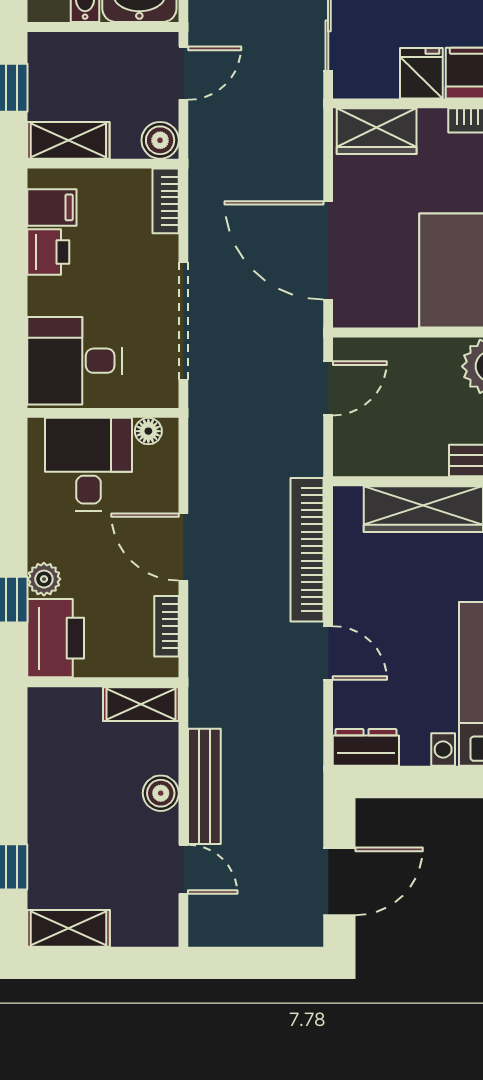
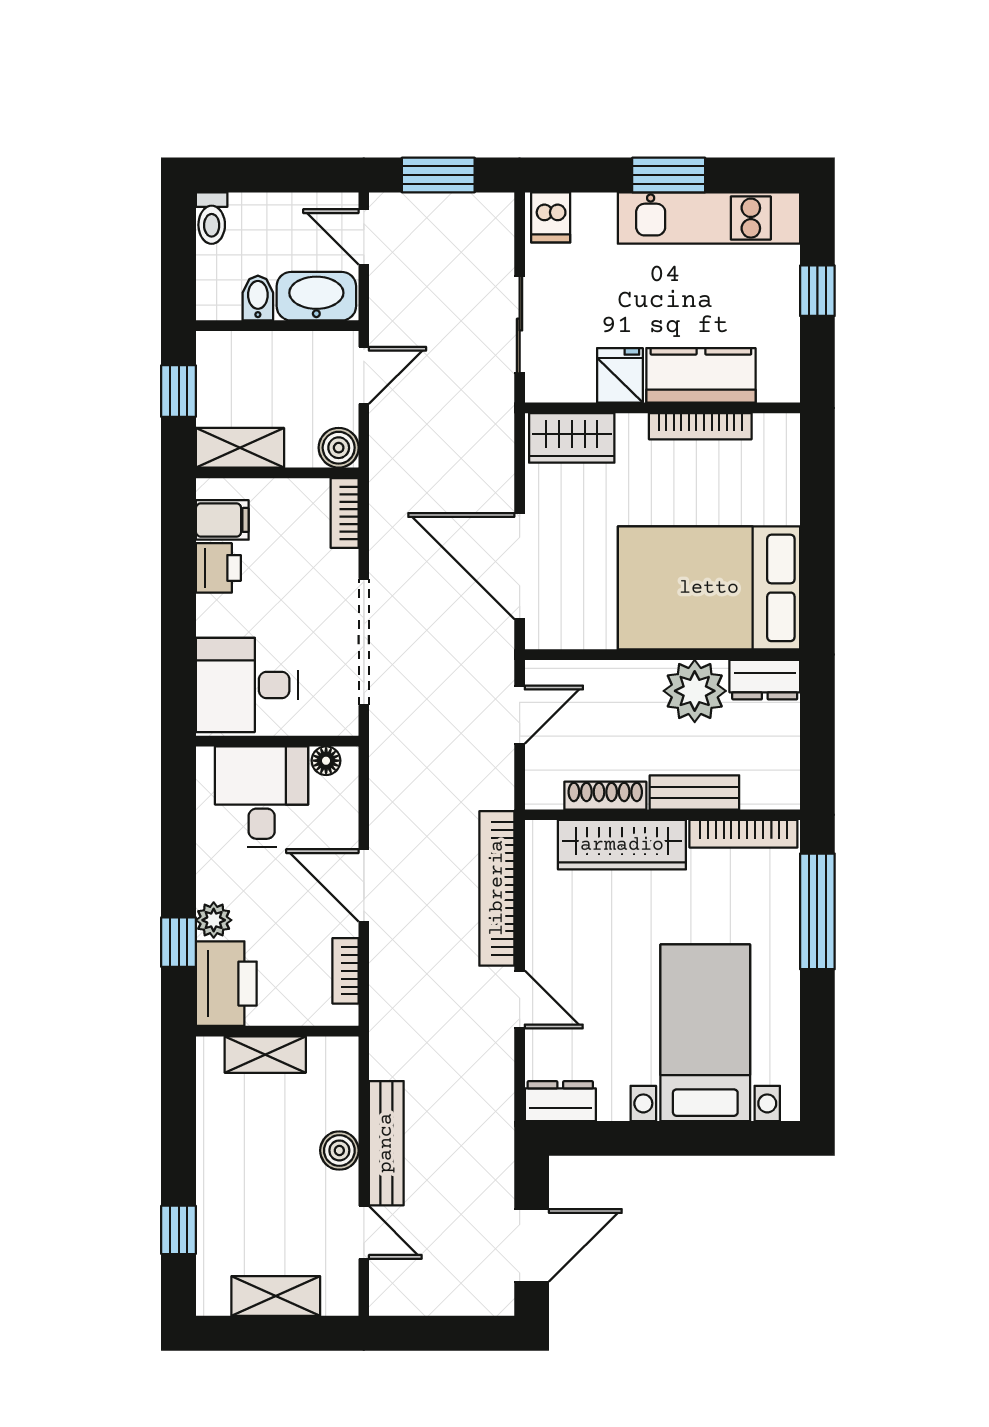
shoe rack: (408, 463) -> (605, 796), added
shelving: (141, 704) -> (265, 1055), moved
shelving: (69, 928) -> (276, 1296), moved

